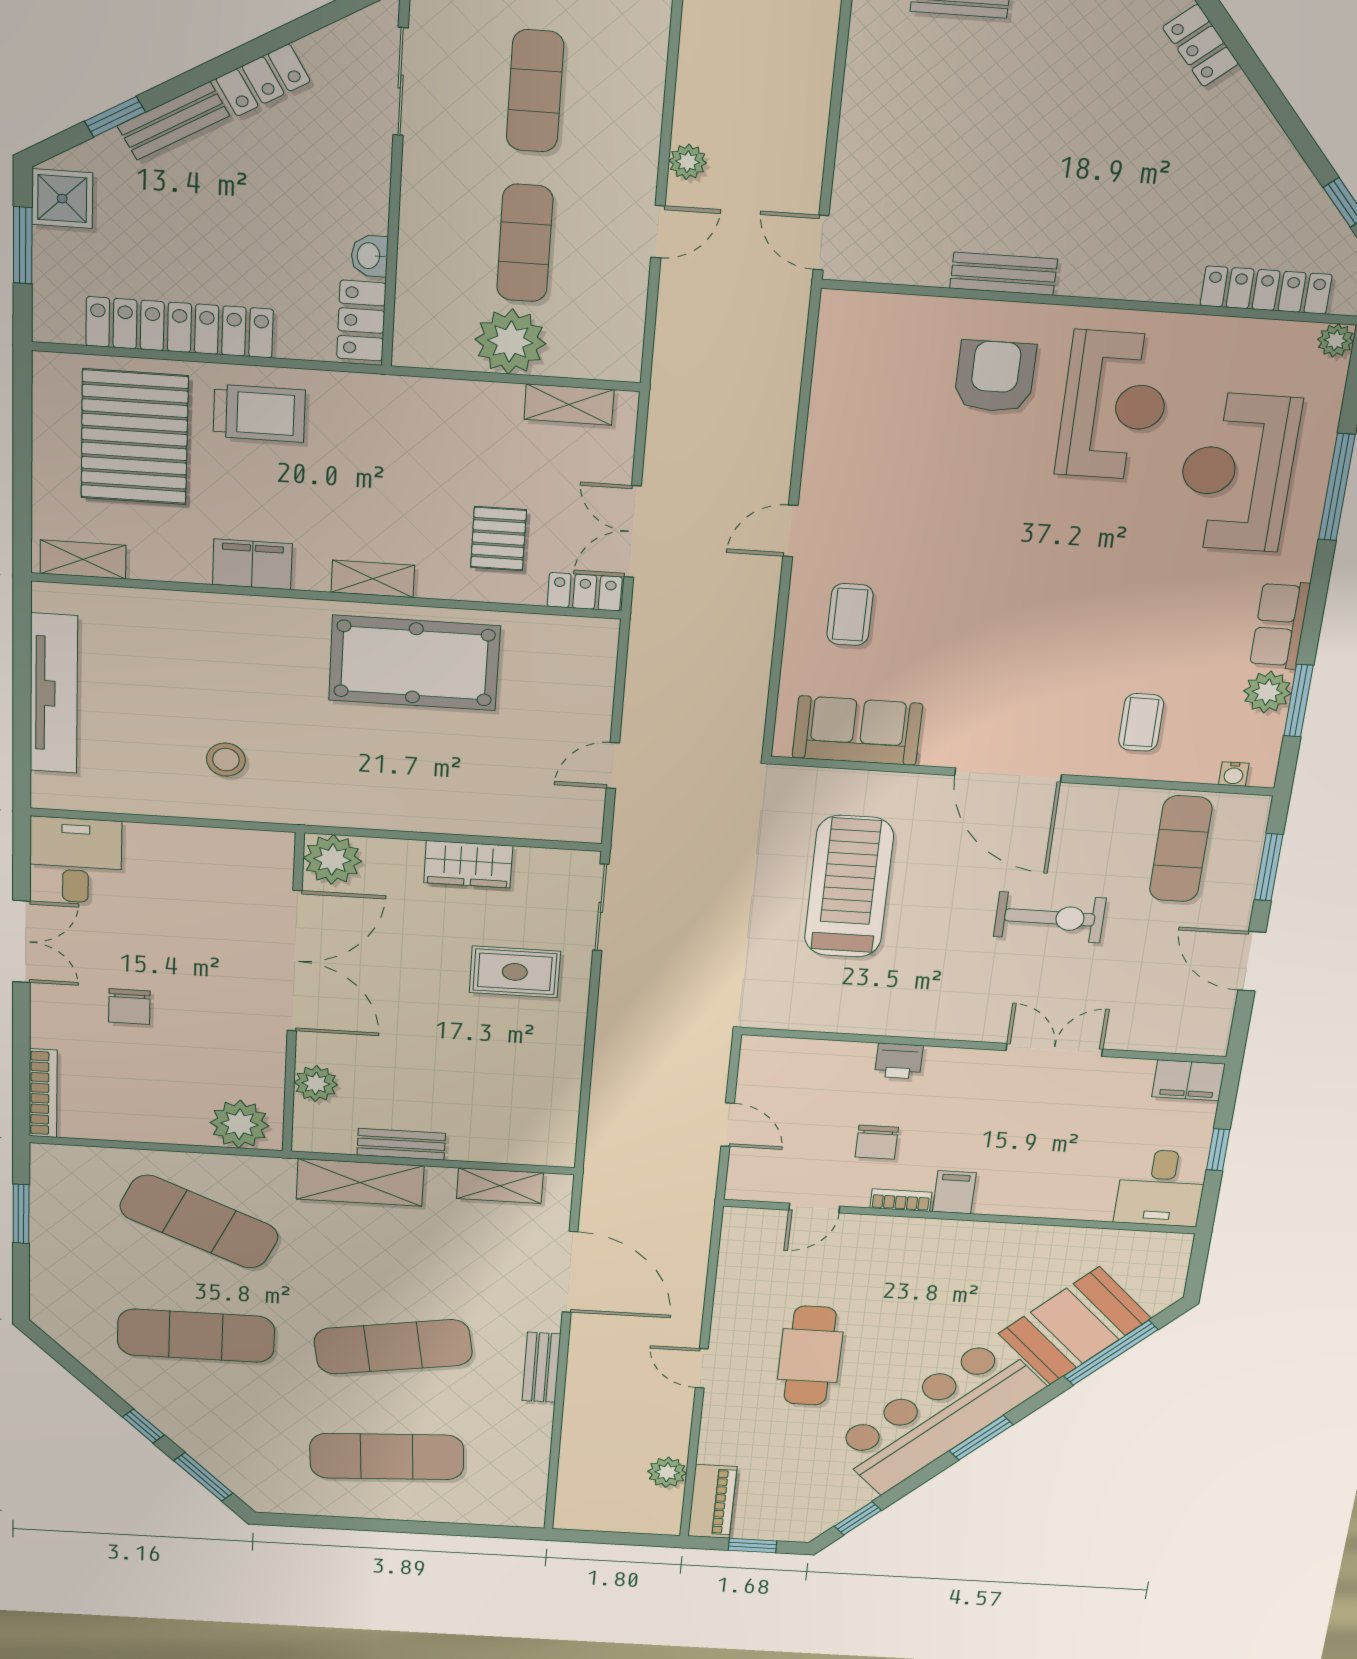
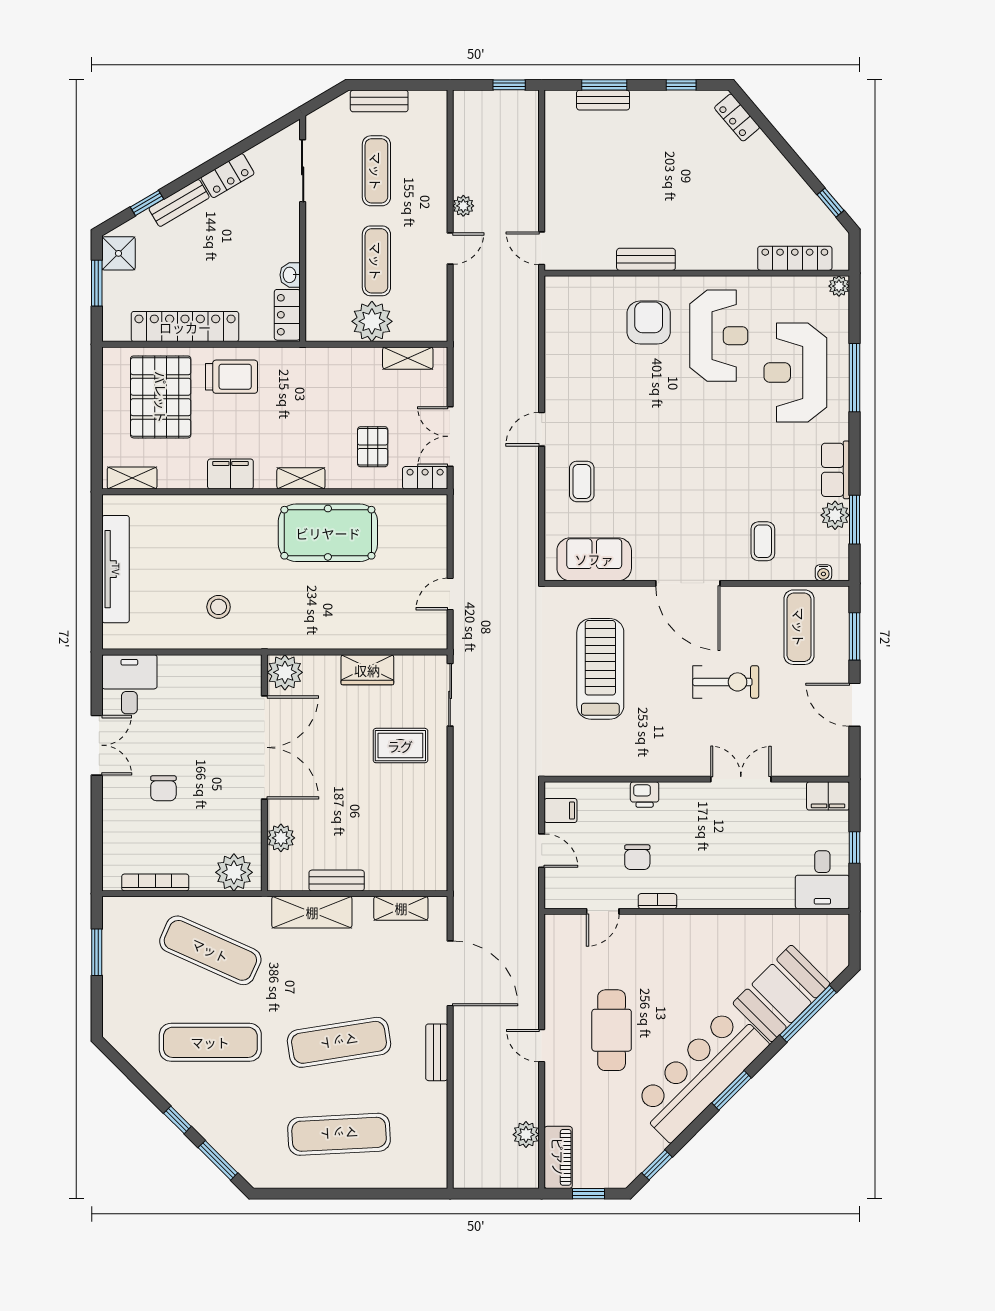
bookcase: (43, 1093) -> (155, 882), moved, turned -90
filing cabinet: (954, 1192) -> (561, 811), moved, turned 90

